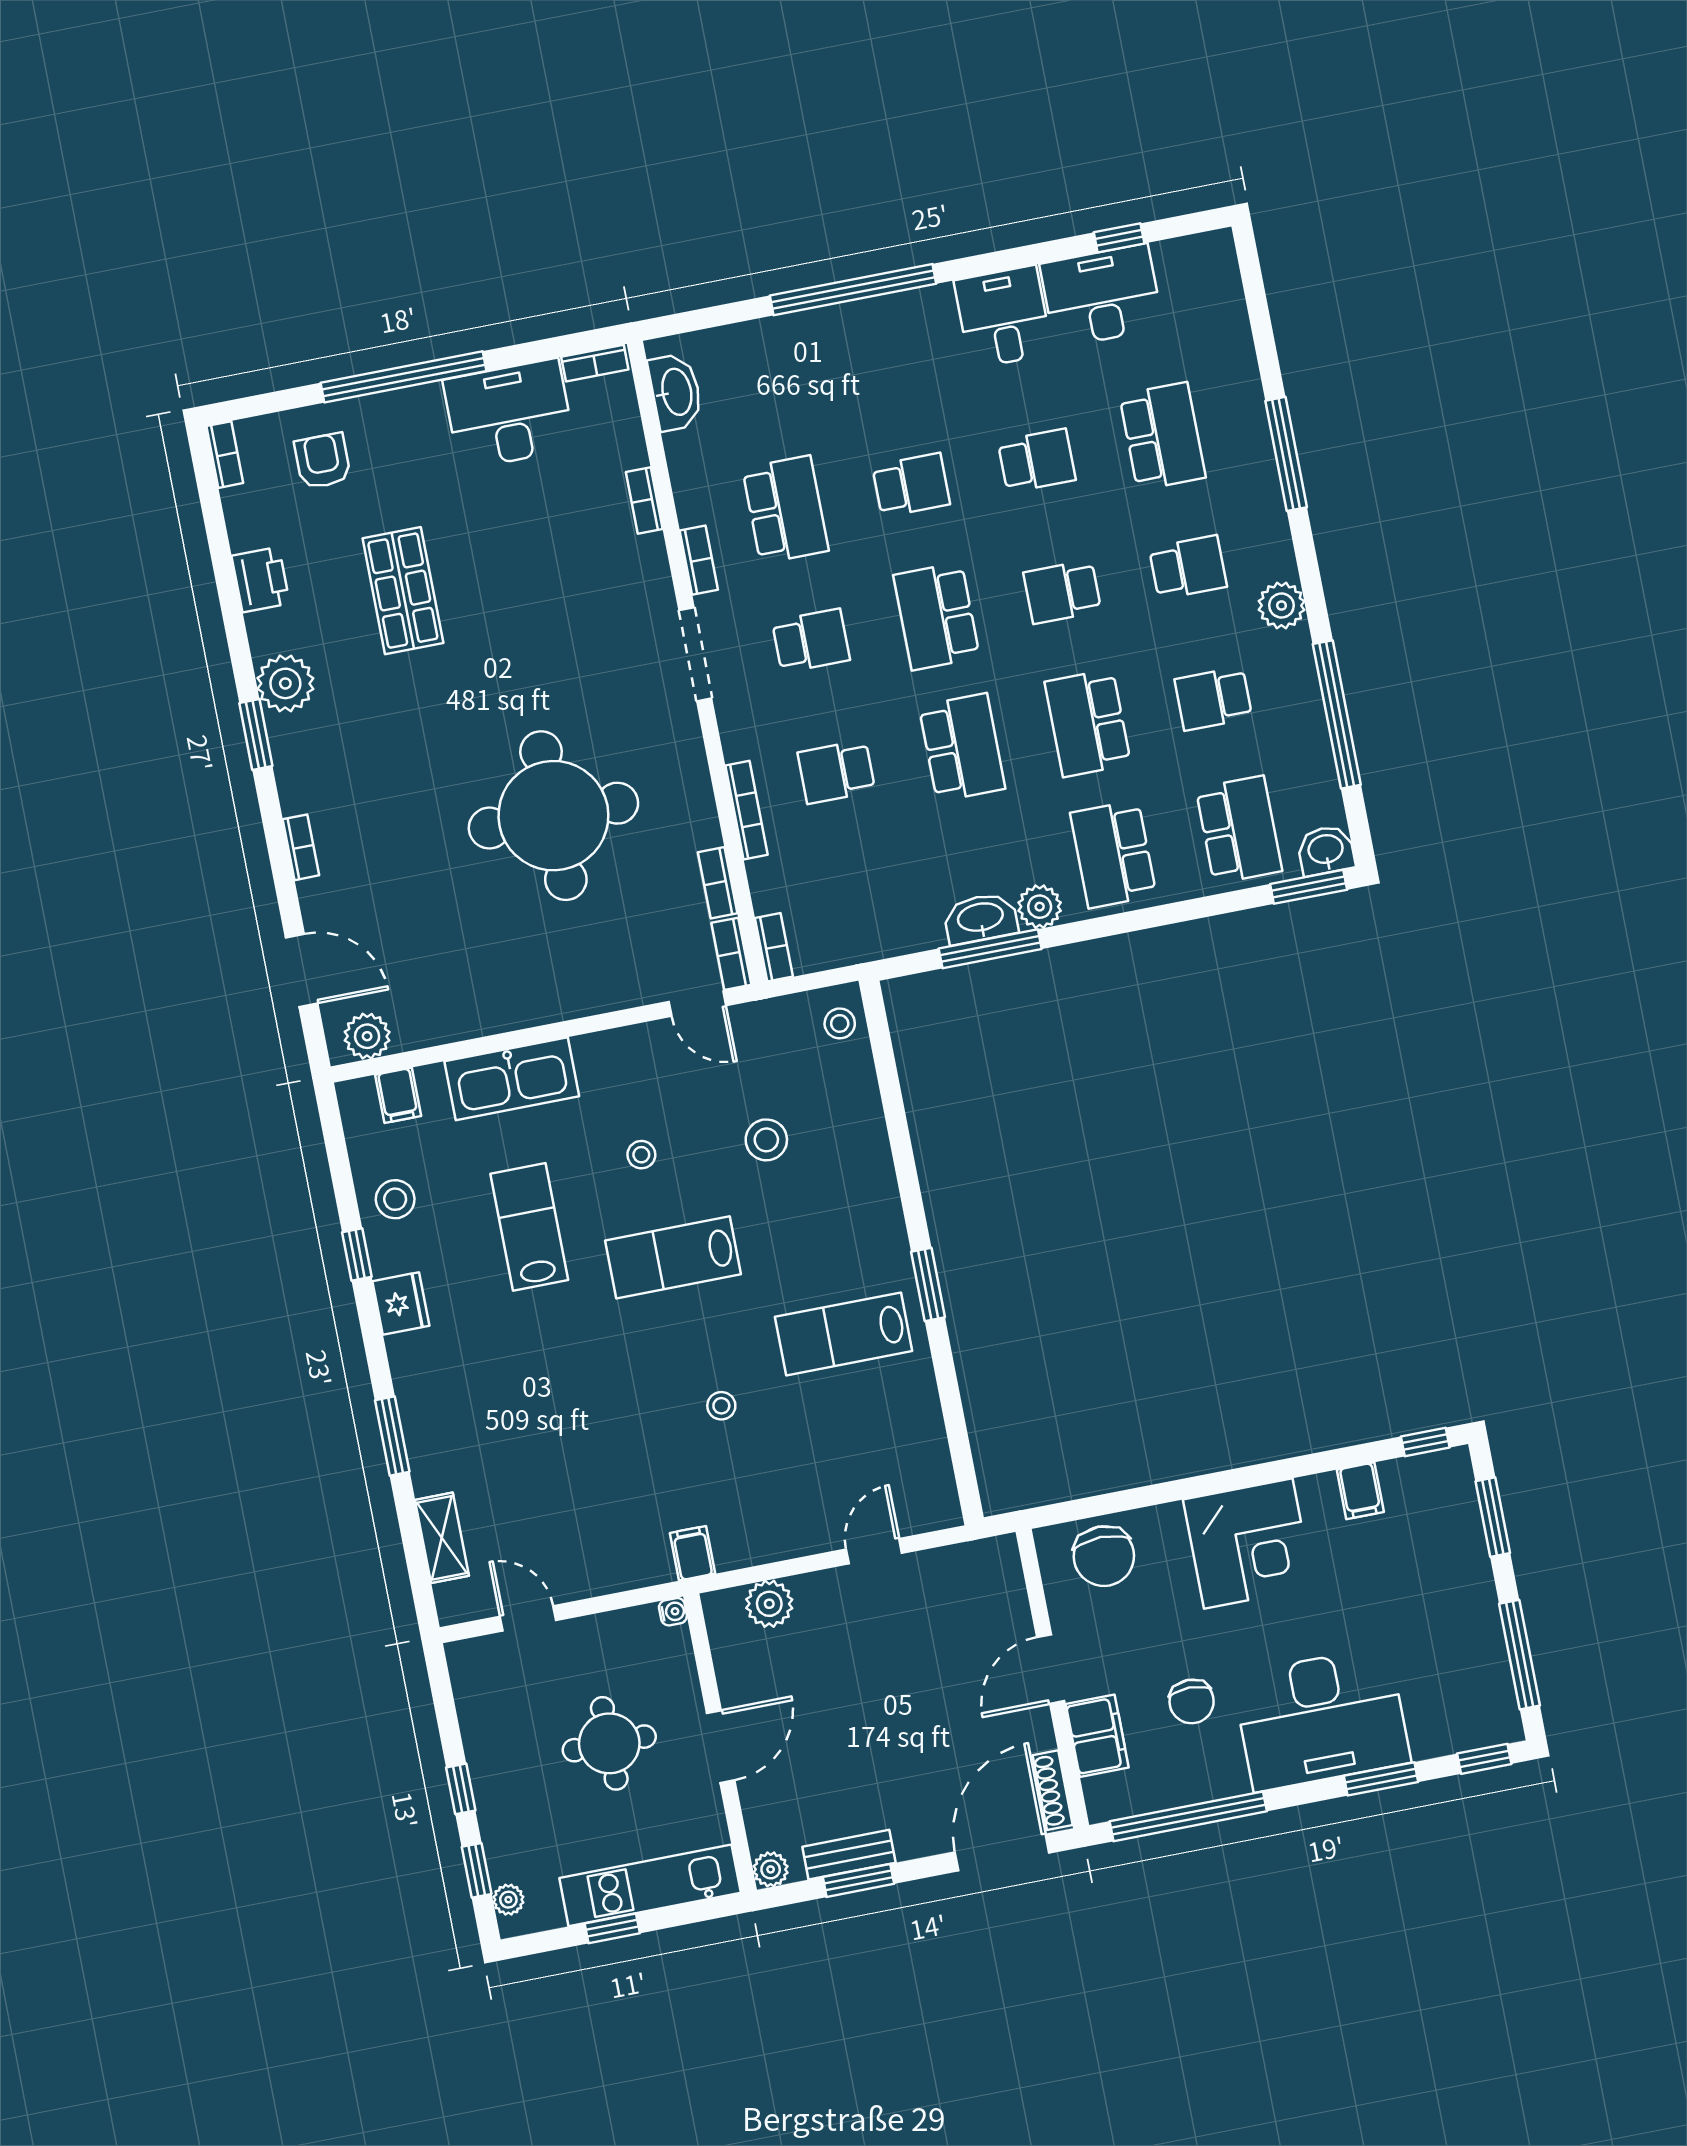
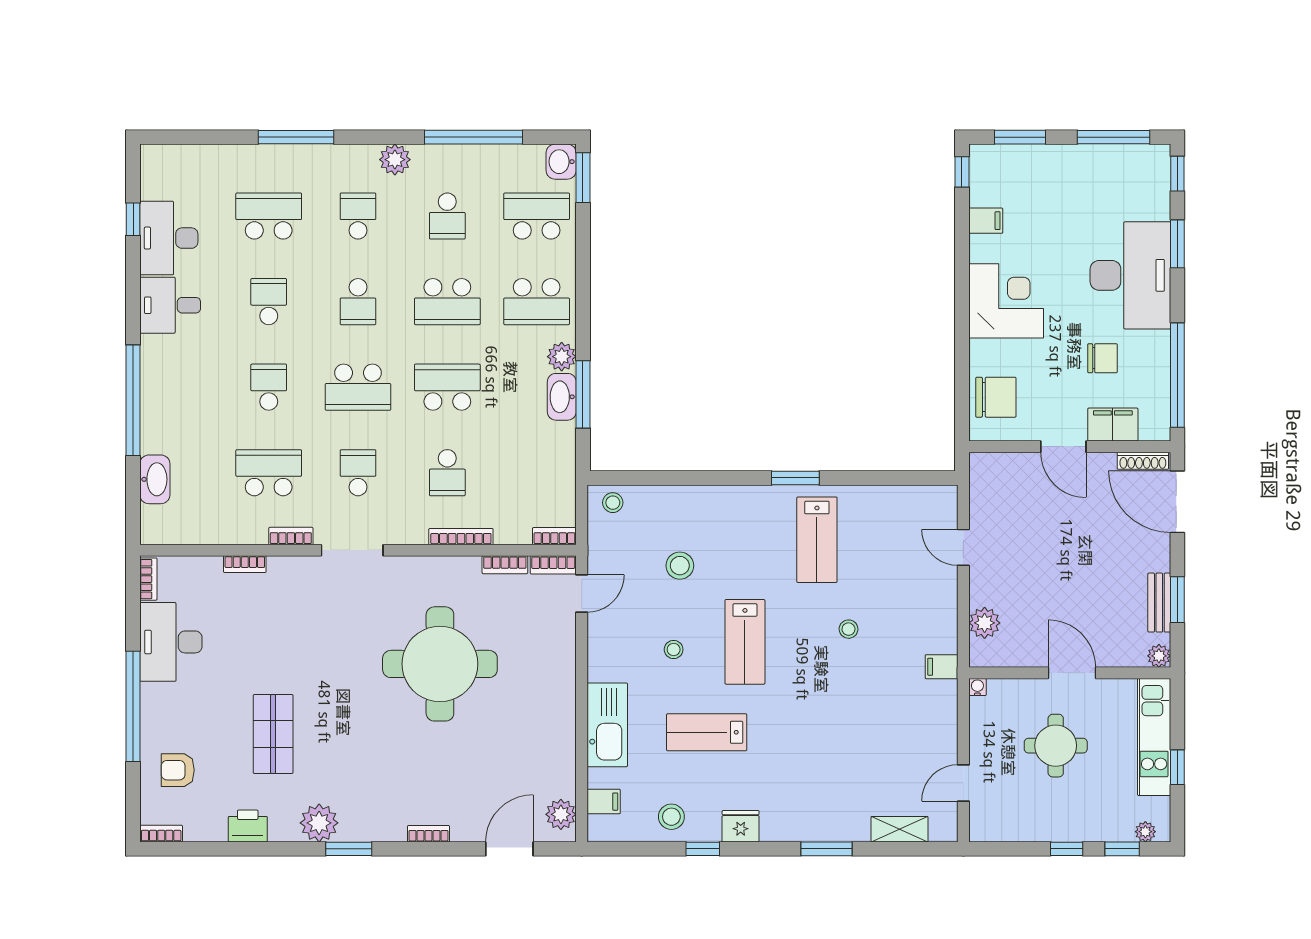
washbasin: (676, 392) -> (155, 479), moved, turned 90
shop shelf: (403, 591) -> (273, 734), turned 90

